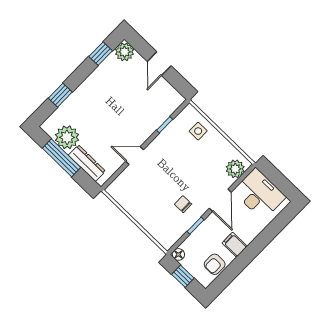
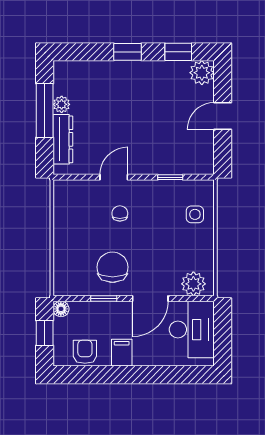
window: (60, 95) -> (128, 52), moved
plant: (67, 137) -> (62, 104), width x0.53, depth x0.53
door: (135, 156) -> (114, 177), hinge flipped
chair: (158, 172) -> (120, 213), added
chair: (183, 204) -> (113, 267), width x1.87, depth x1.87
armchair: (215, 264) -> (85, 352), turned 90

